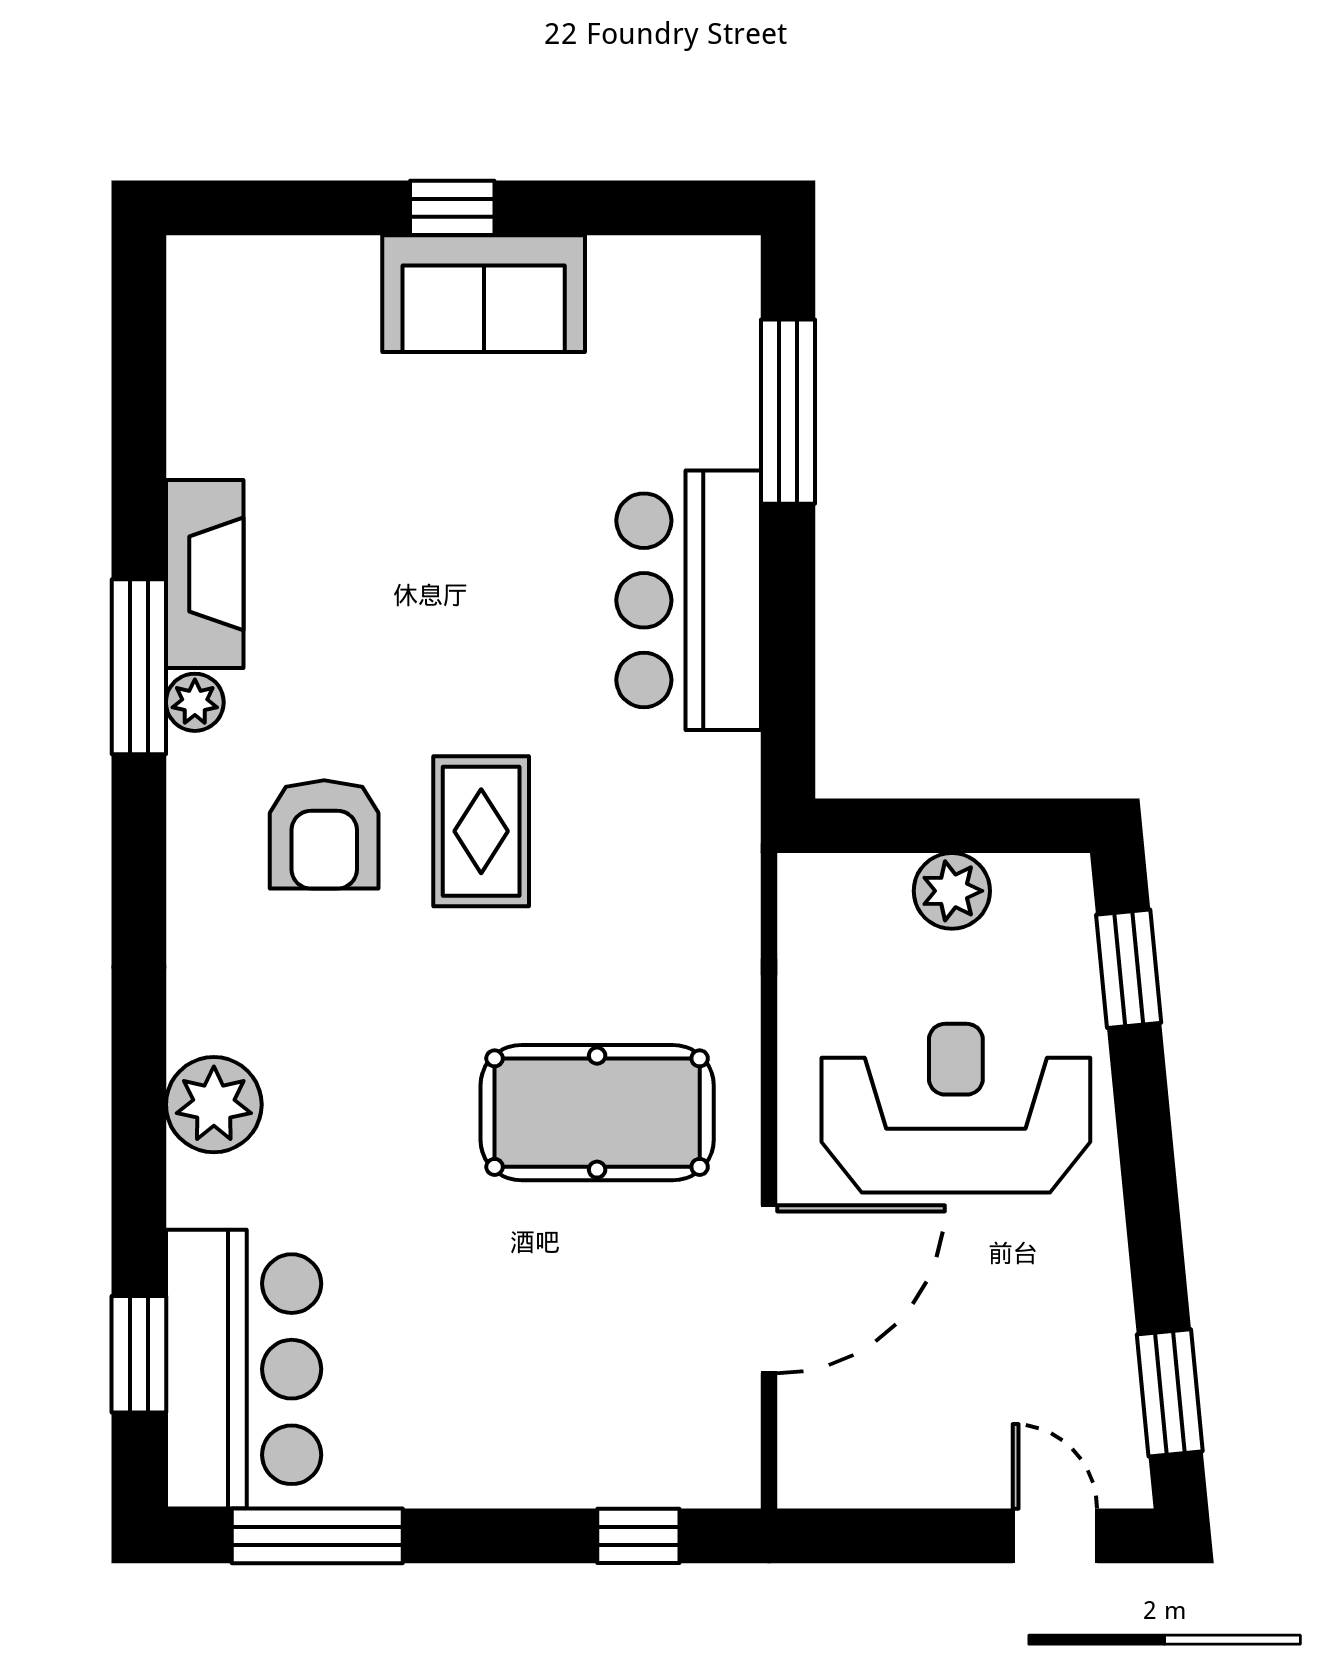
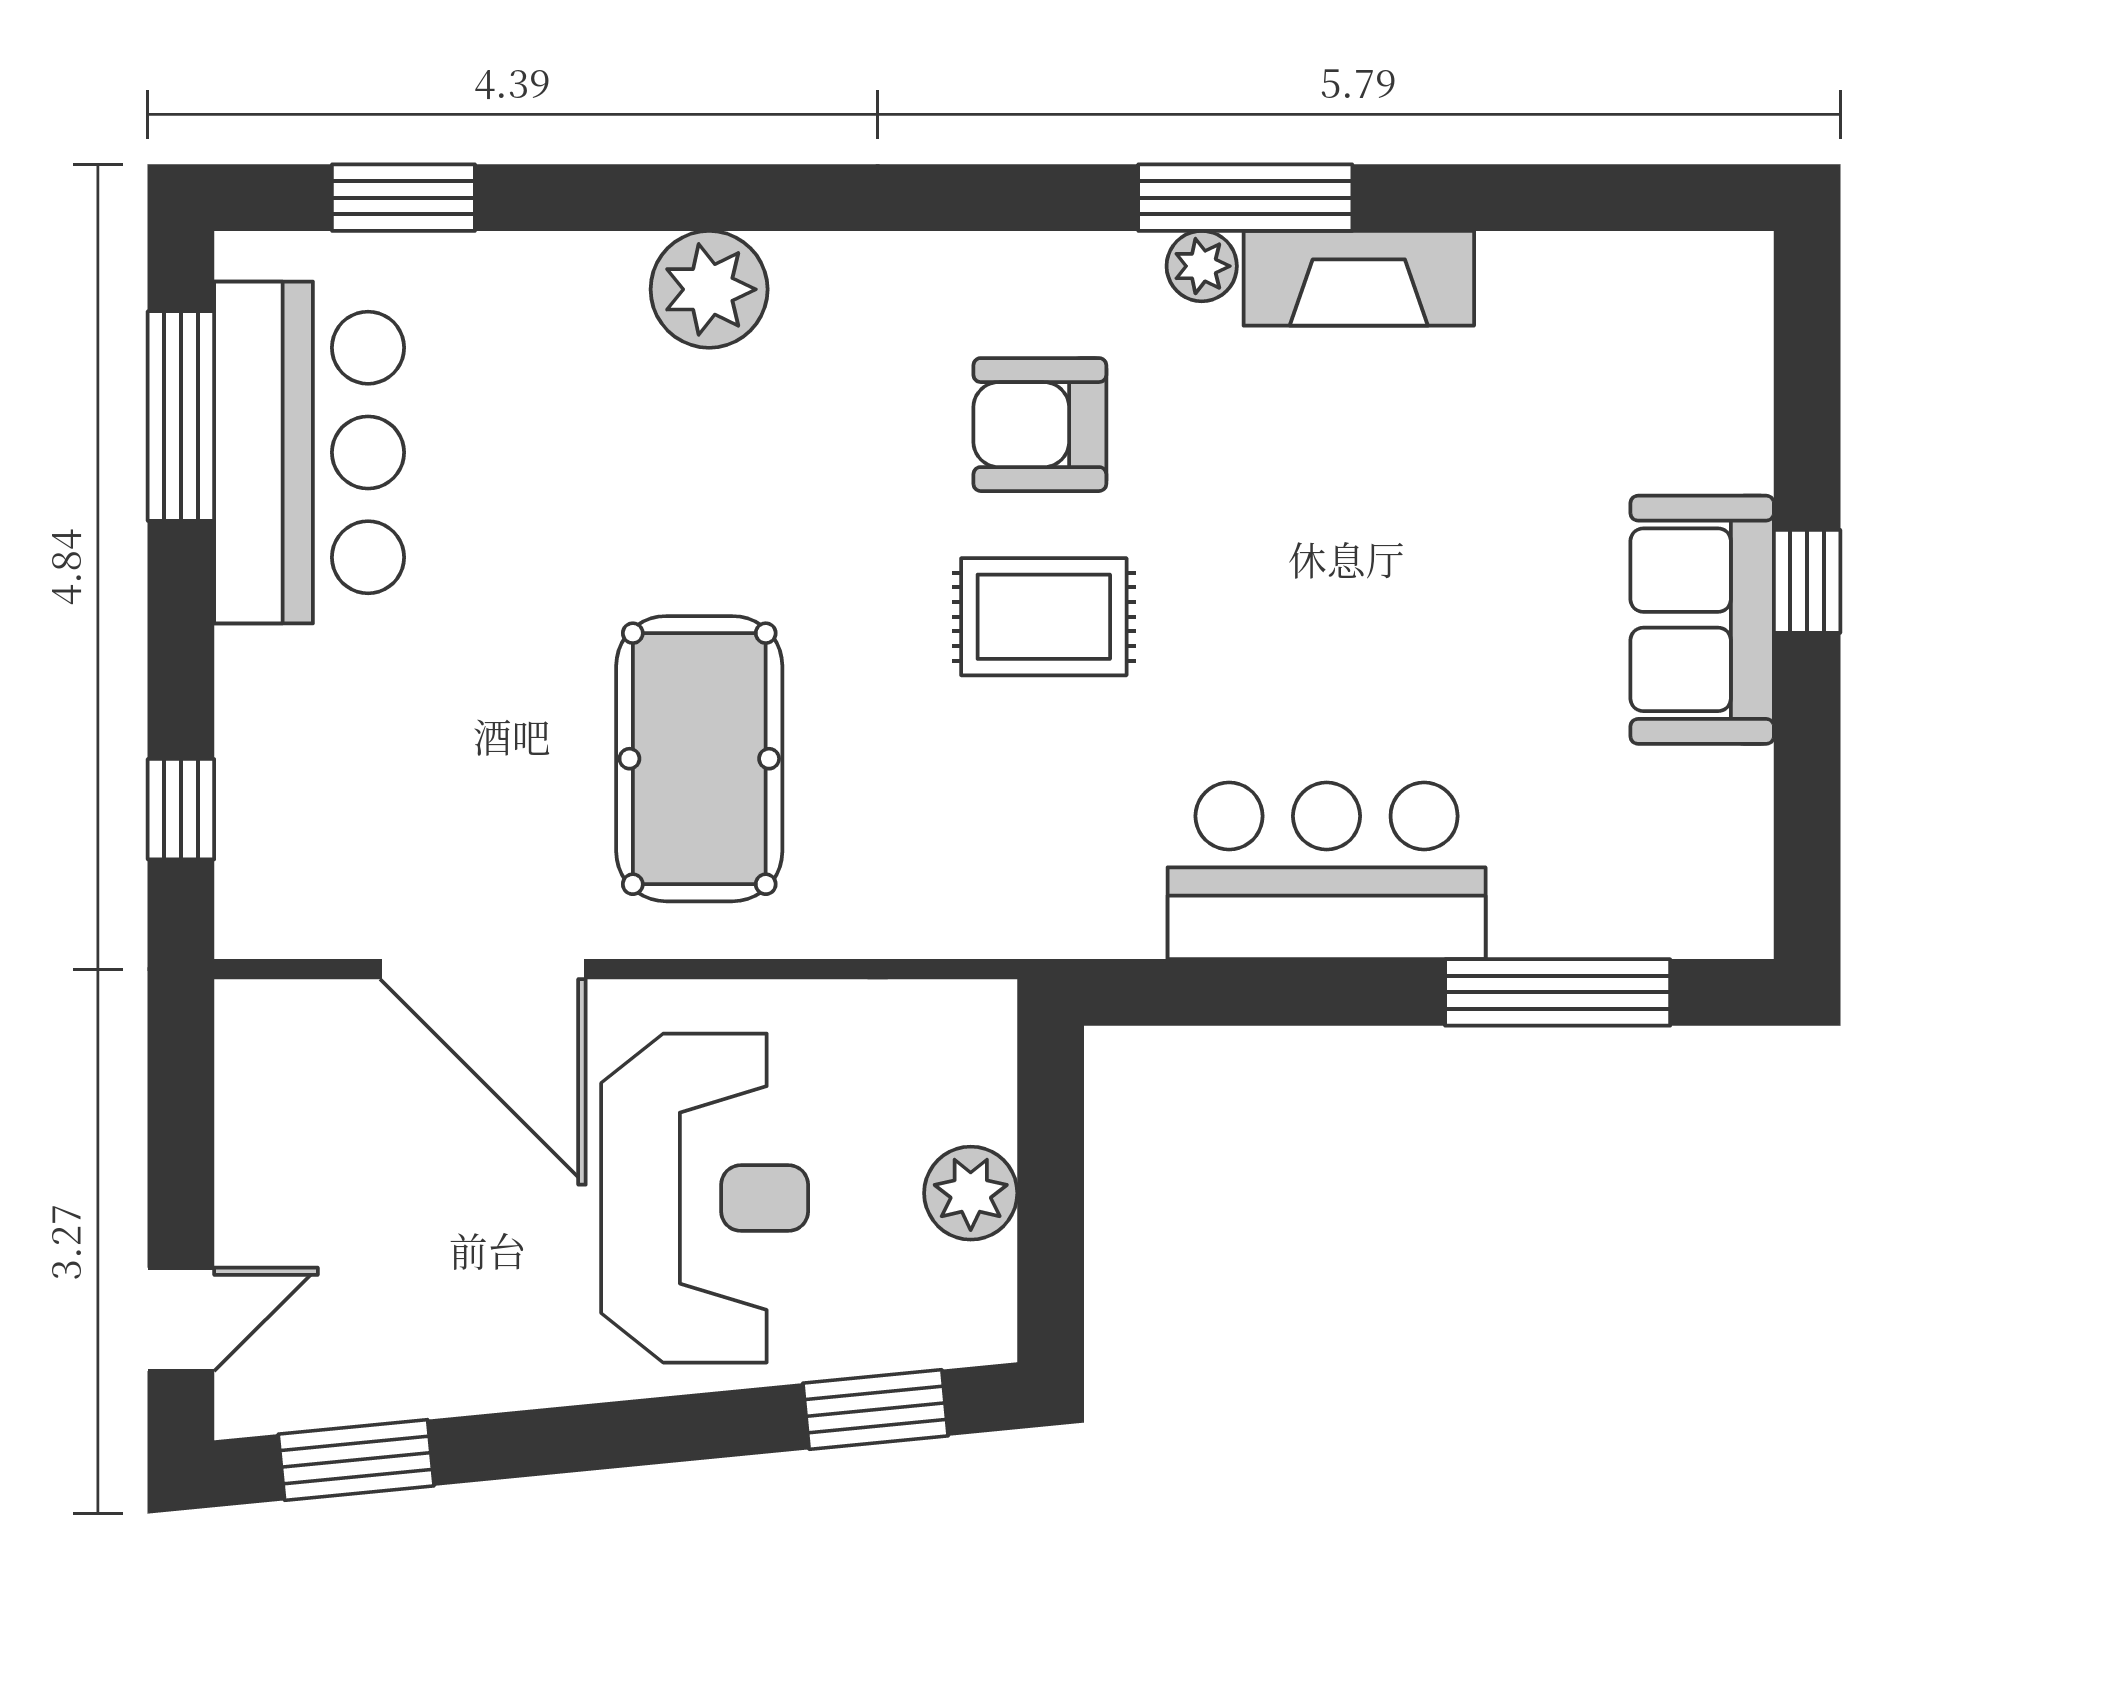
bar counter: (244, 1369) -> (309, 452), moved, turned -90

